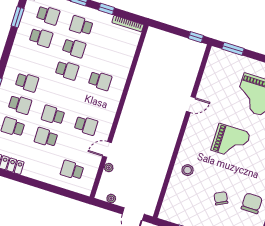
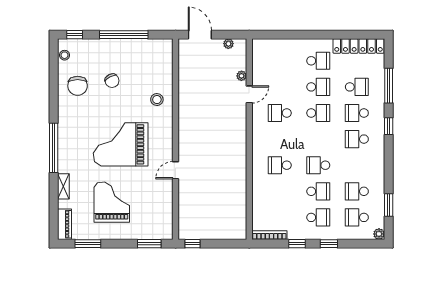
school desk: (74, 48) -> (318, 191), turned 180
grand piano: (231, 141) -> (121, 144), width x1.37, depth x1.48
school desk: (72, 170) -> (318, 61), moved

